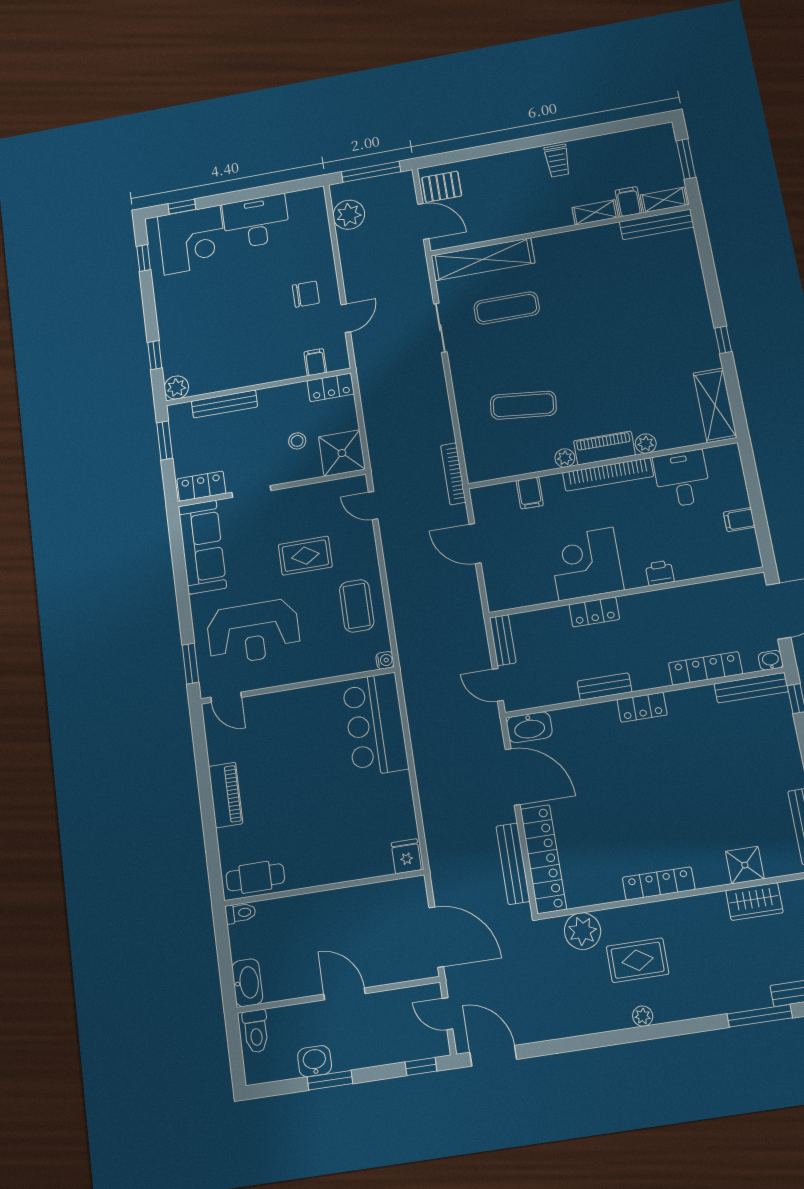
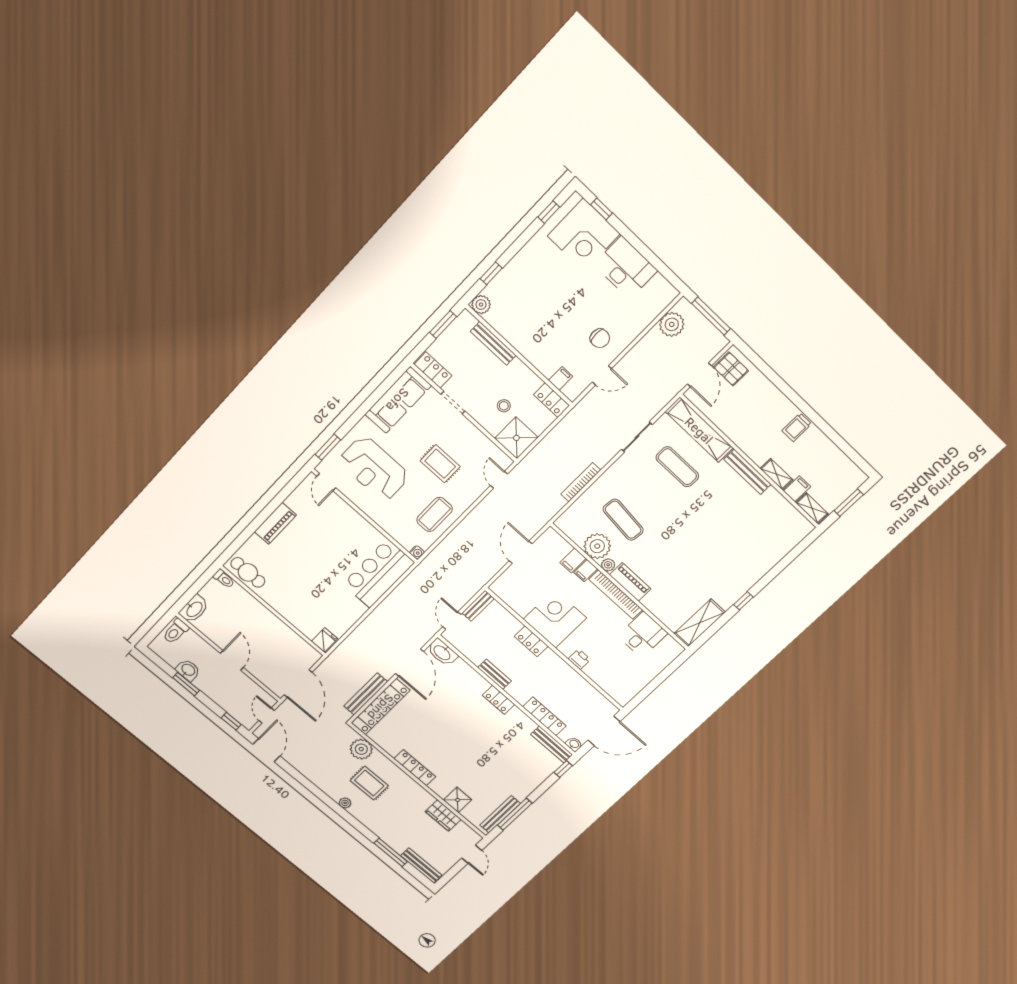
bench: (657, 224) -> (748, 472), moved
plant: (646, 444) -> (597, 546), moved, width x1.87, depth x1.87
bookcase: (453, 474) -> (581, 482), moved
filing cabinet: (739, 520) -> (586, 571), moved, turned -90

